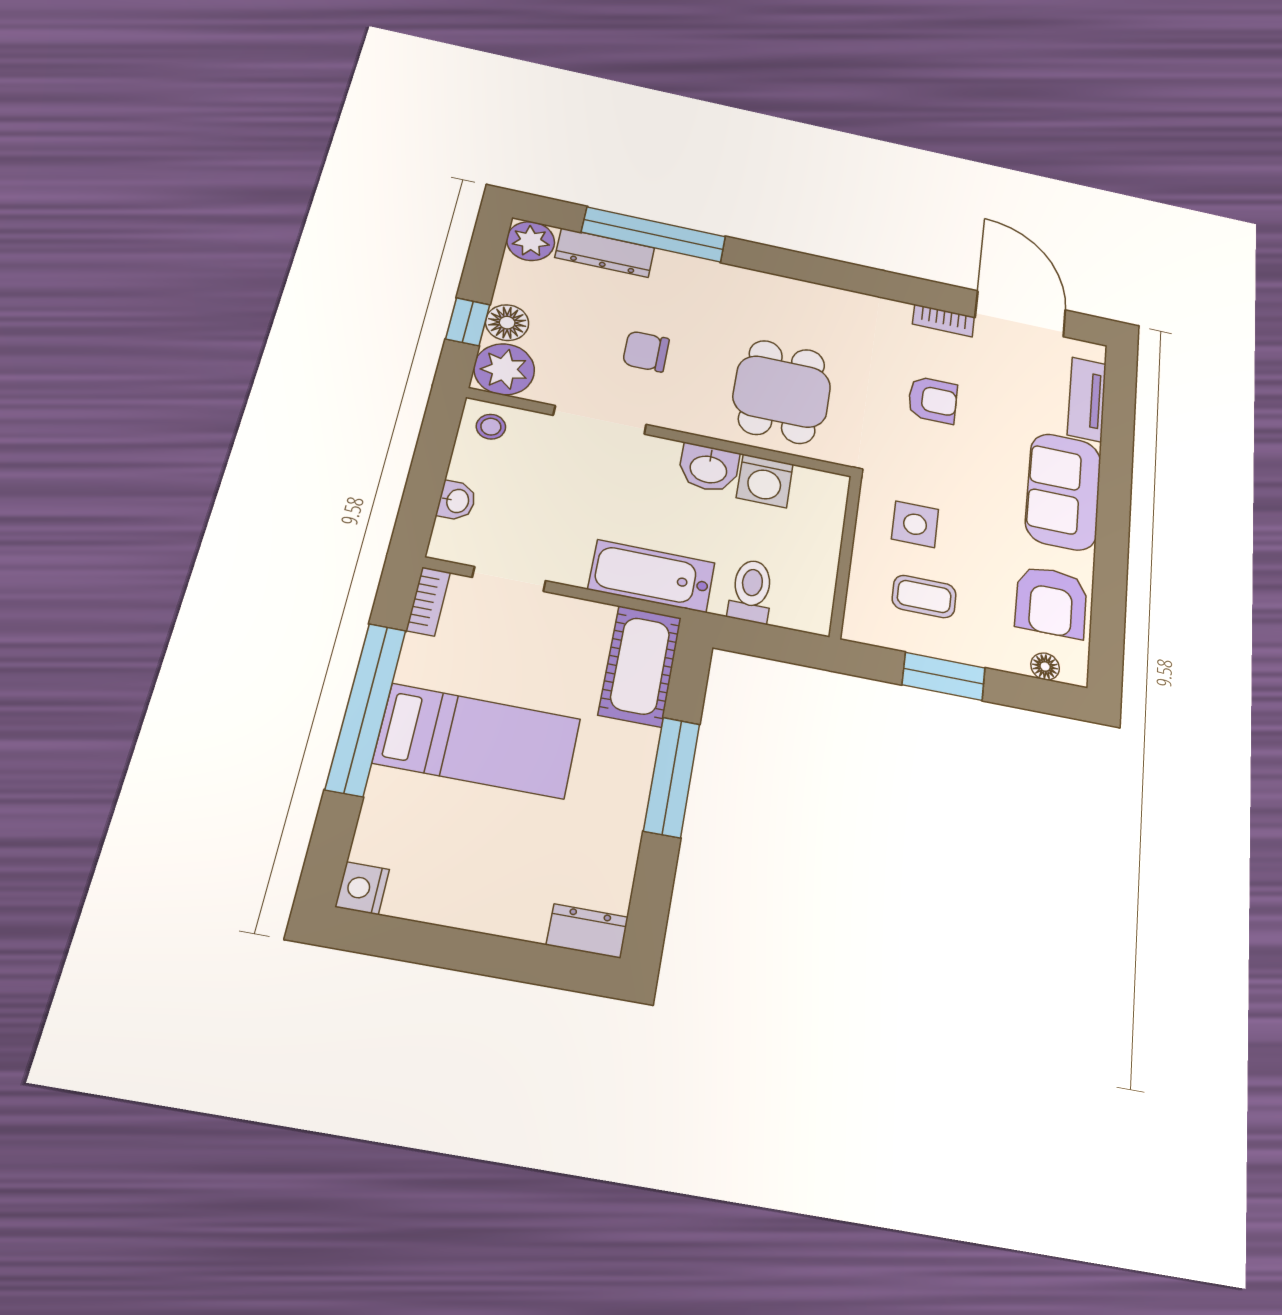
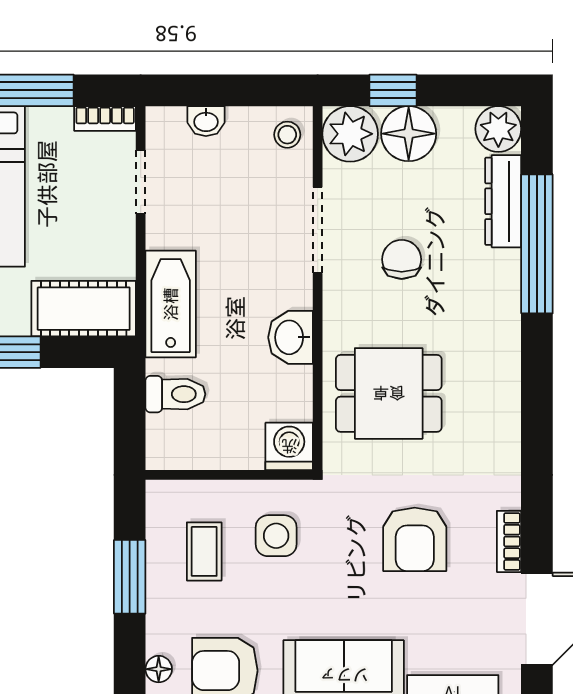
floor lamp: (507, 323) -> (409, 134), width x1.38, depth x1.38
armchair: (933, 400) -> (415, 539), width x1.38, depth x1.38
washing machine: (765, 481) -> (289, 446), moved, turned 90

